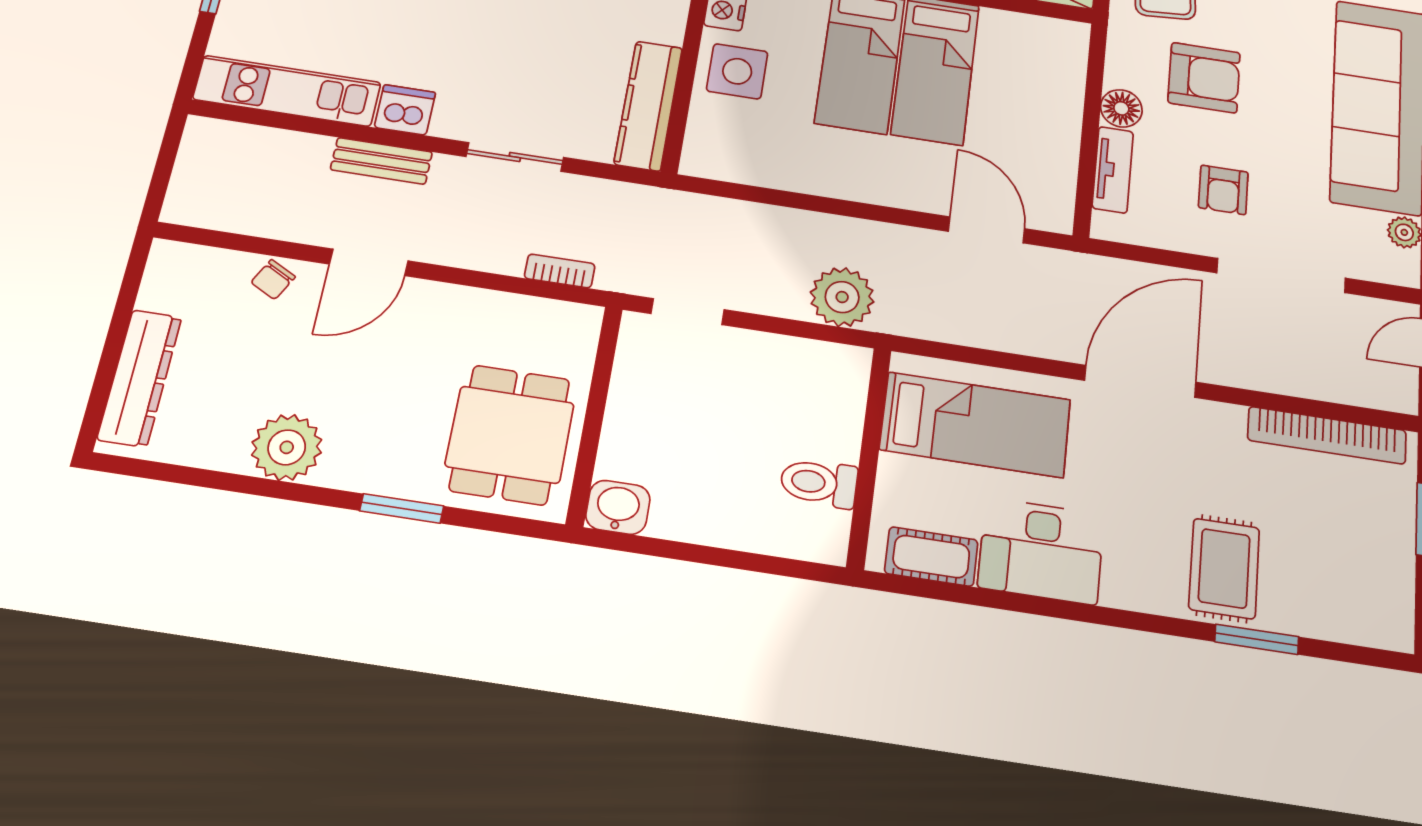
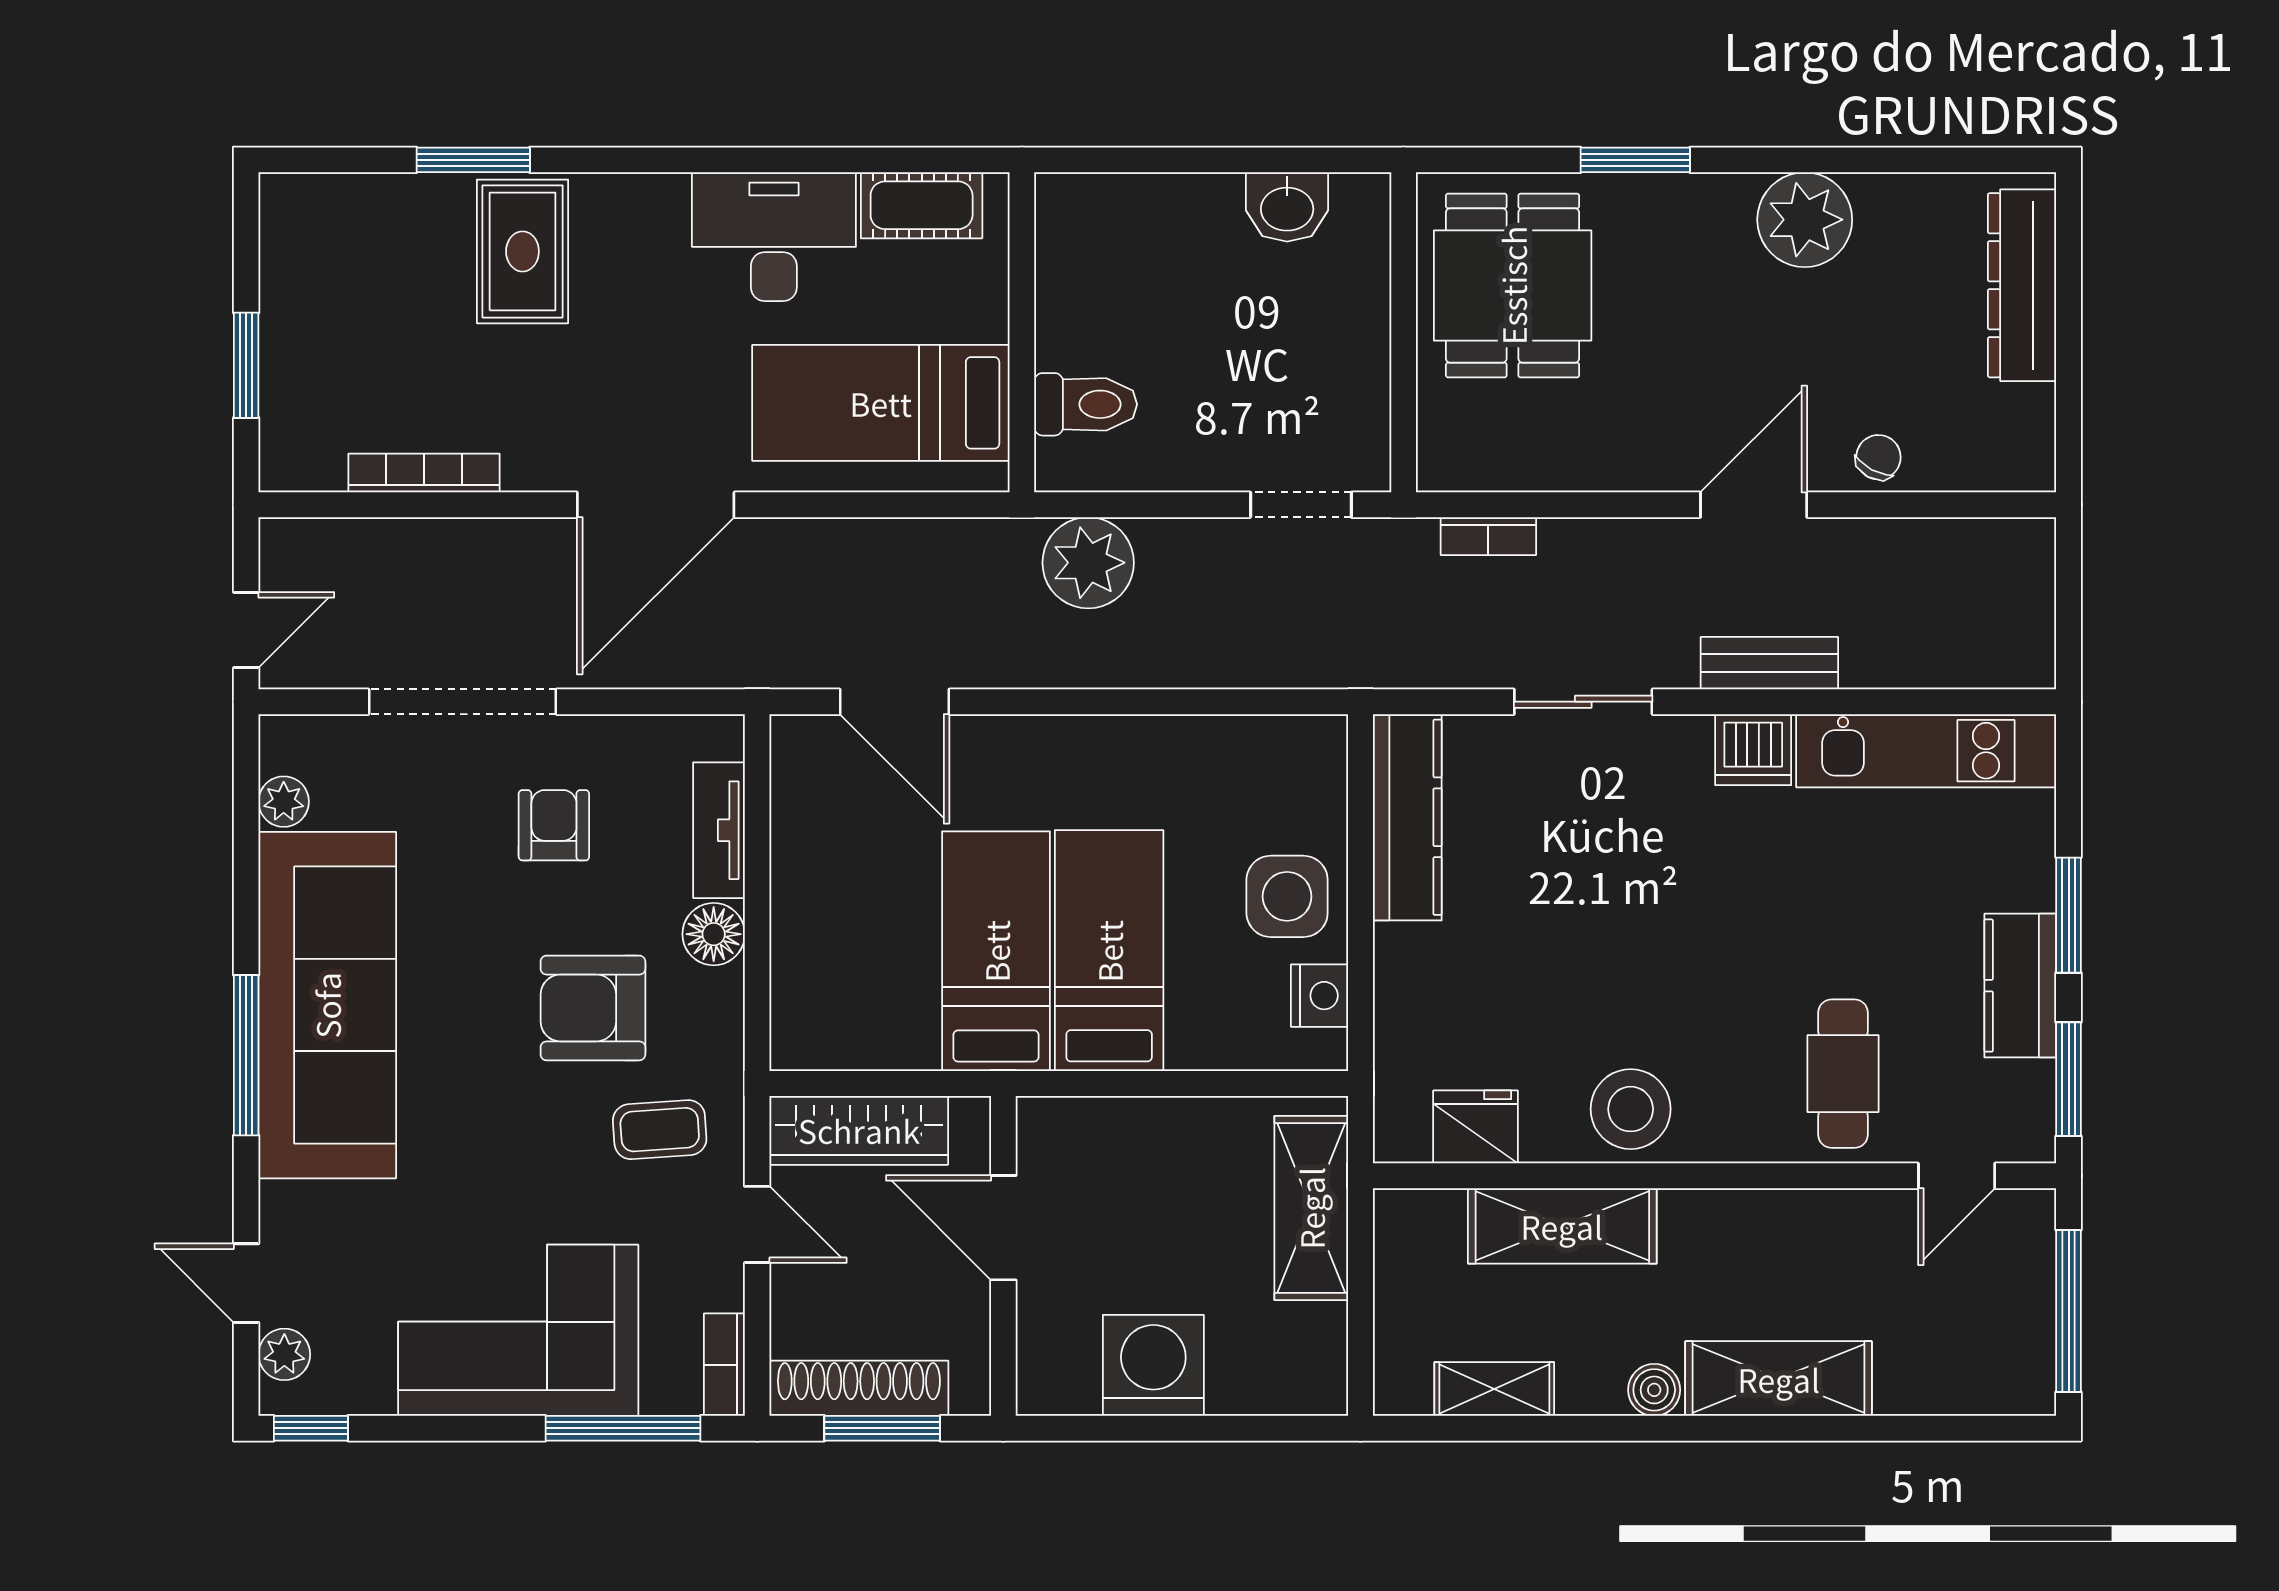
bookcase: (1327, 435) -> (424, 473), width x0.68, depth x0.76
toilet: (819, 483) -> (1086, 404), moved
washbasin: (618, 507) -> (1287, 207), moved

